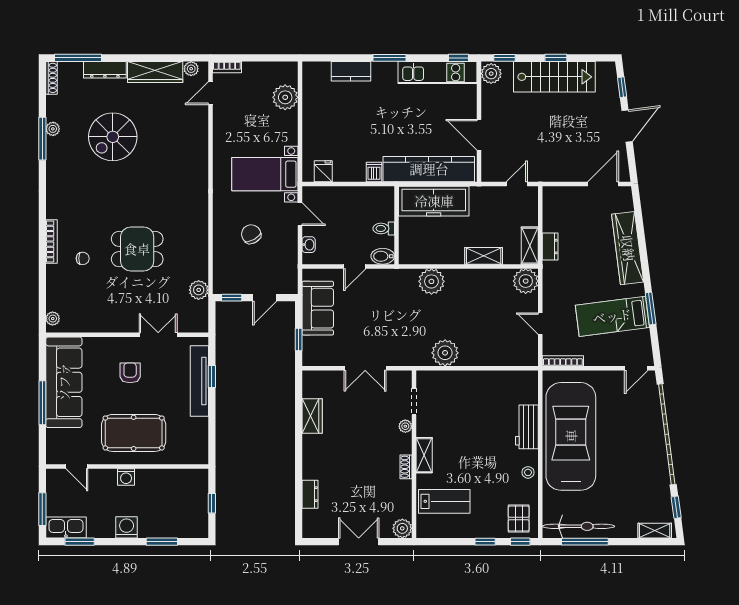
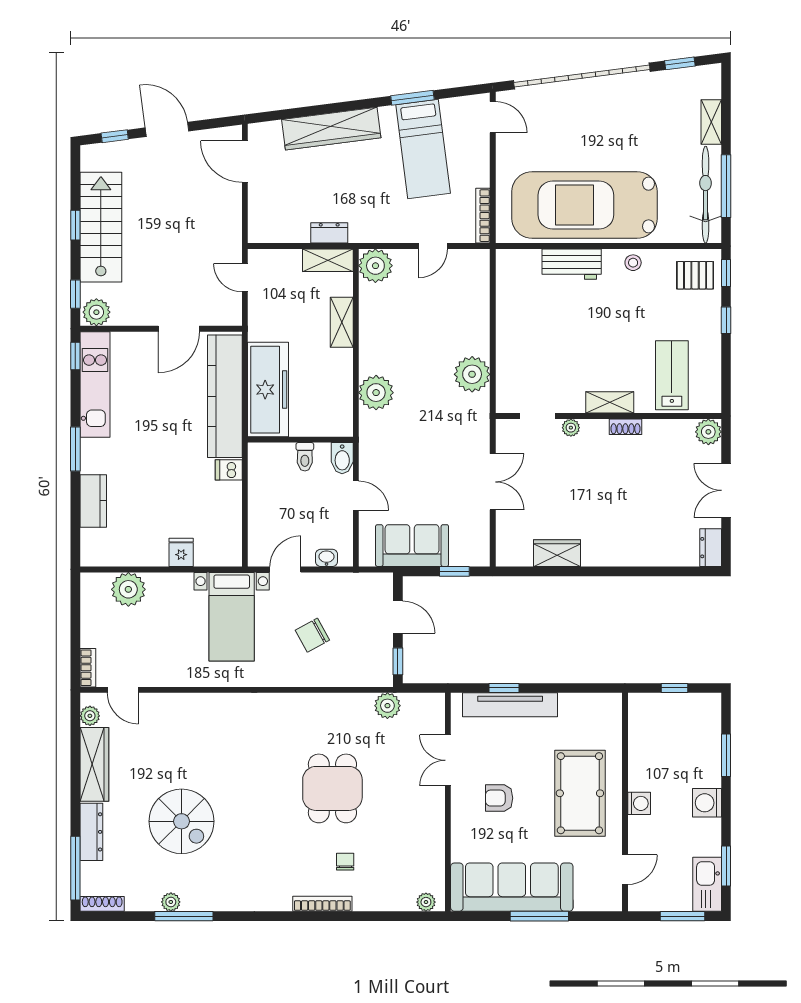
fridge: (323, 171) -> (181, 552), moved, turned 90
dresser: (310, 494) -> (711, 548), moved, turned -90
shelving: (655, 531) -> (711, 122), moved

